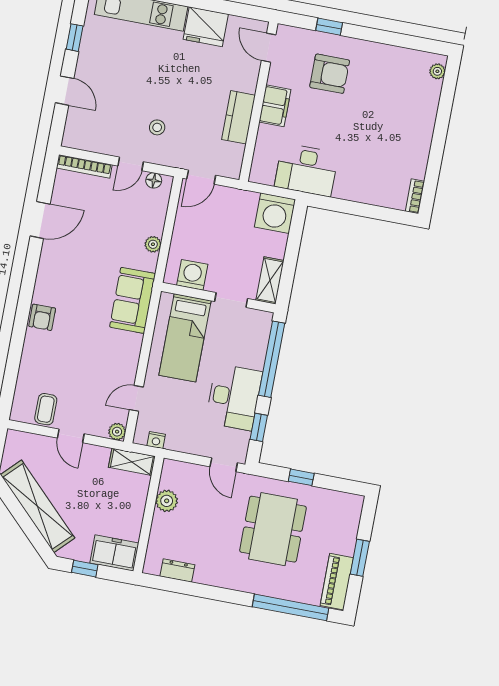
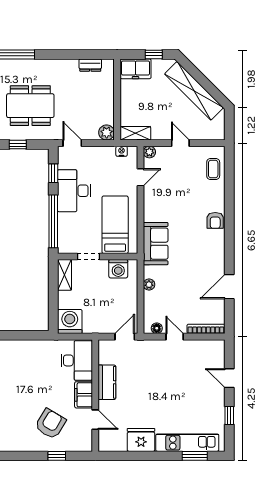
door: (269, 48) -> (95, 420), moved
armchair: (330, 74) -> (50, 424), turned 121
stool: (157, 127) -> (161, 365), removed
door: (131, 164) -> (175, 337), hinge flipped
desk: (306, 170) -> (77, 360), moved, turned 90
armchair: (42, 317) -> (215, 220), turned 180
coffee table: (46, 409) -> (213, 169), moved
plant: (167, 501) -> (107, 132), moved
dining table: (273, 529) -> (30, 106), turned 90

